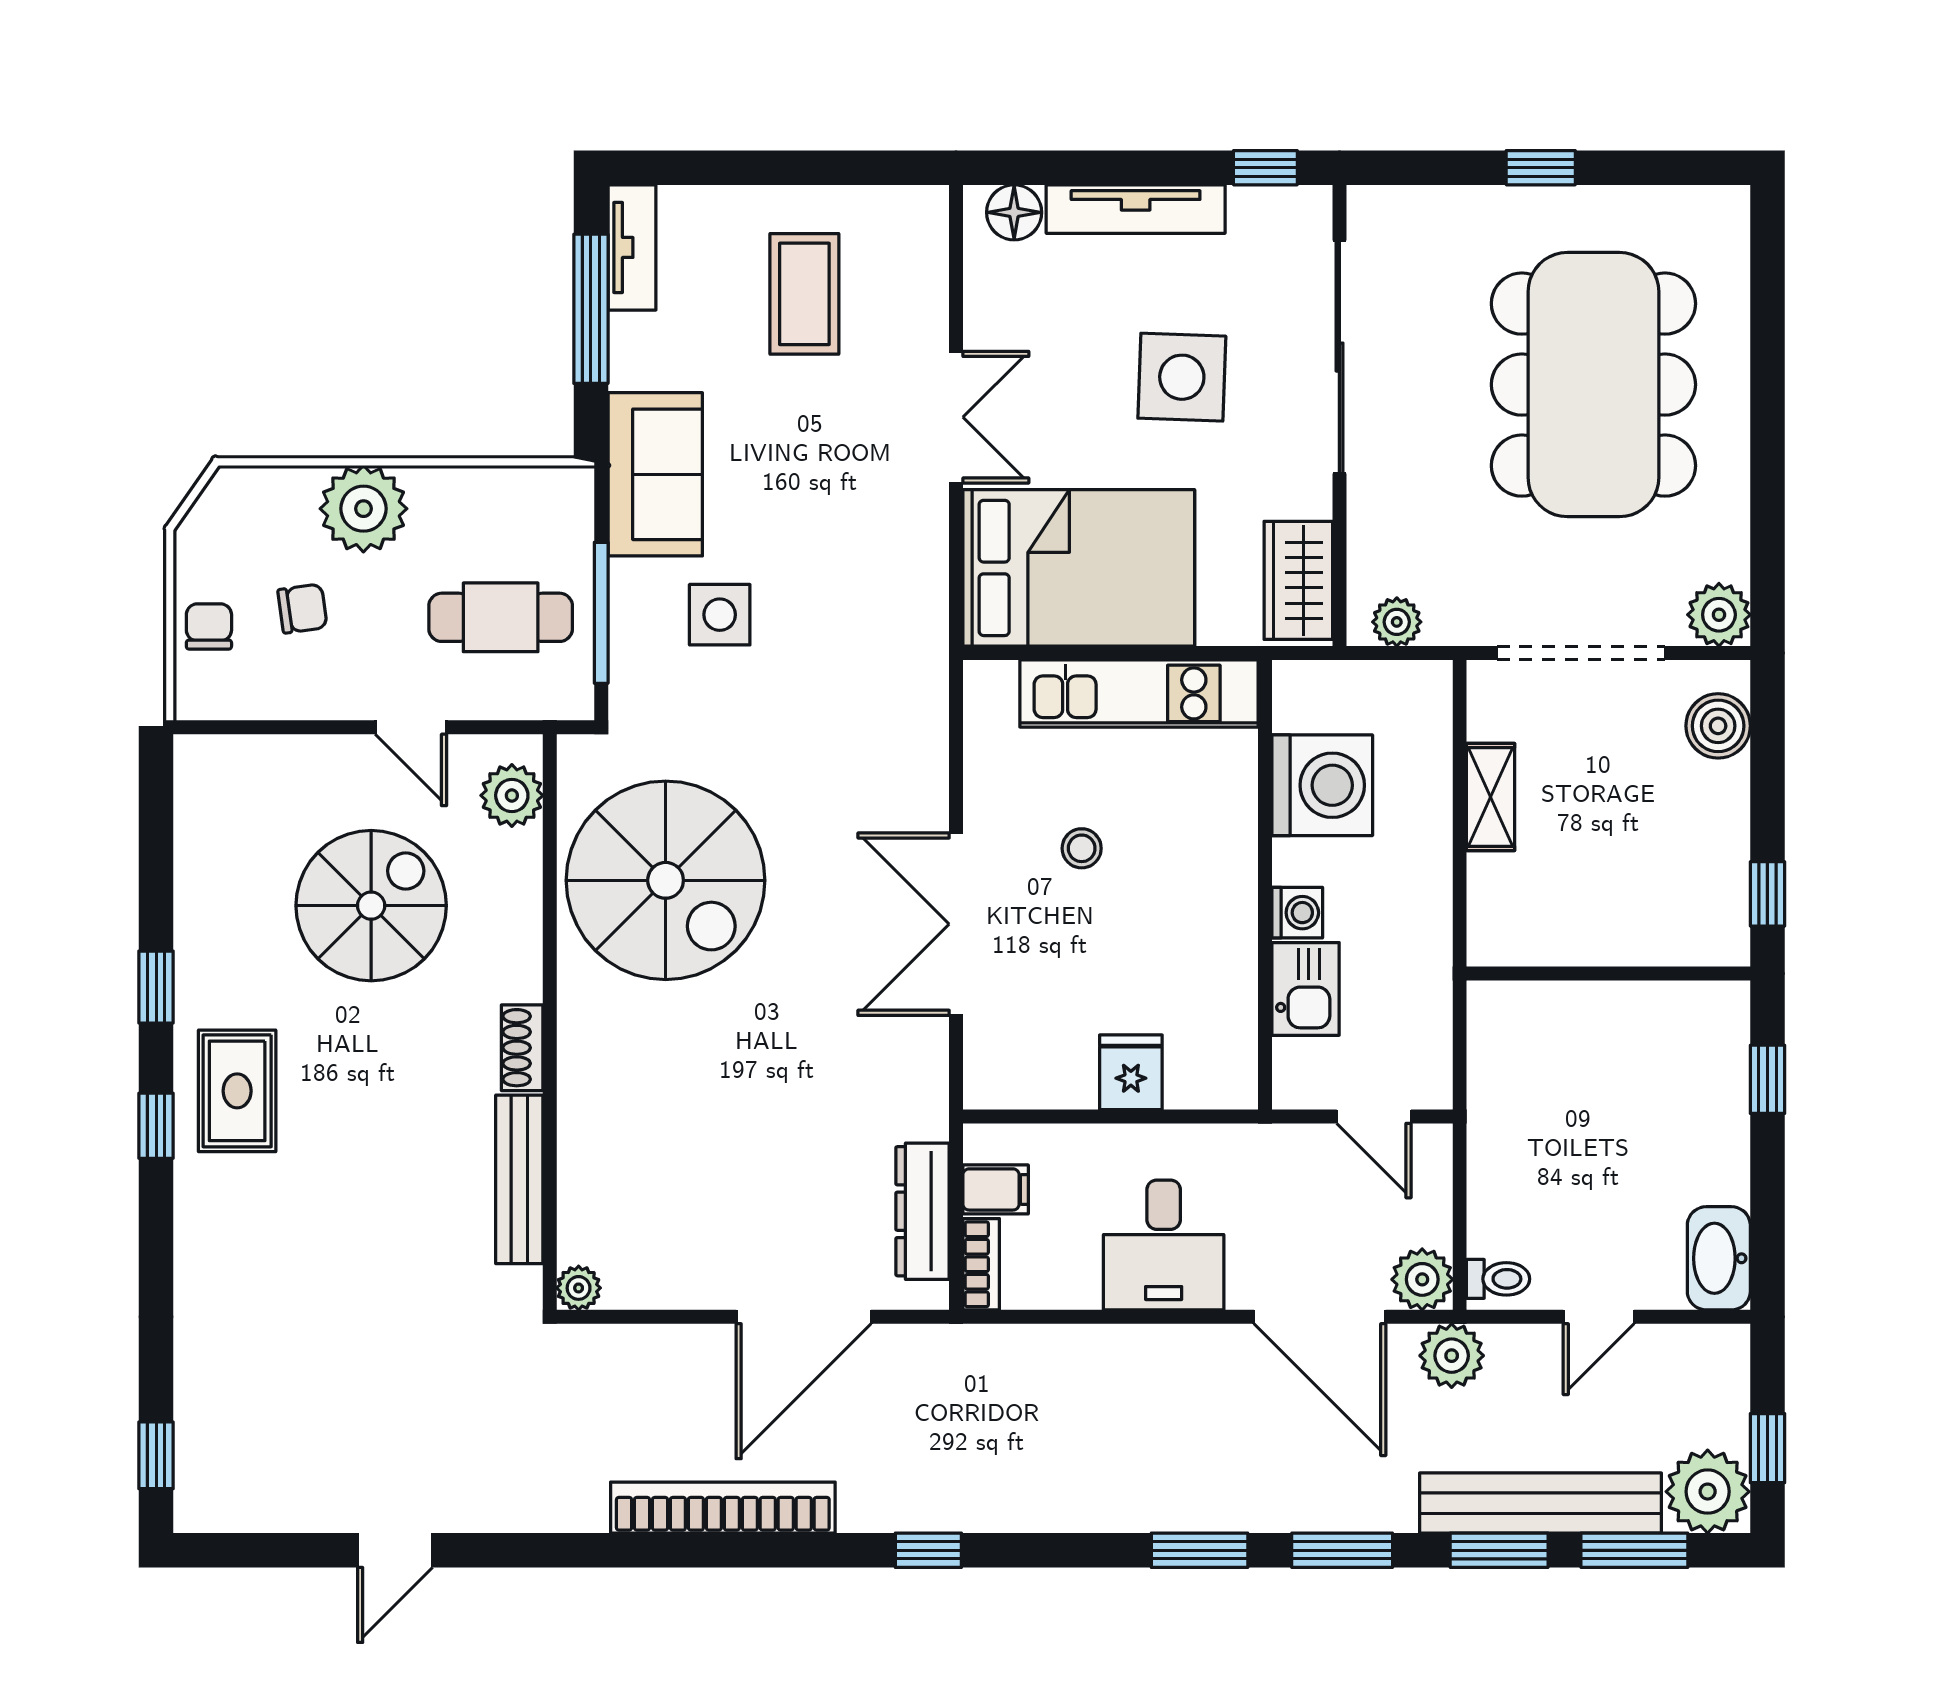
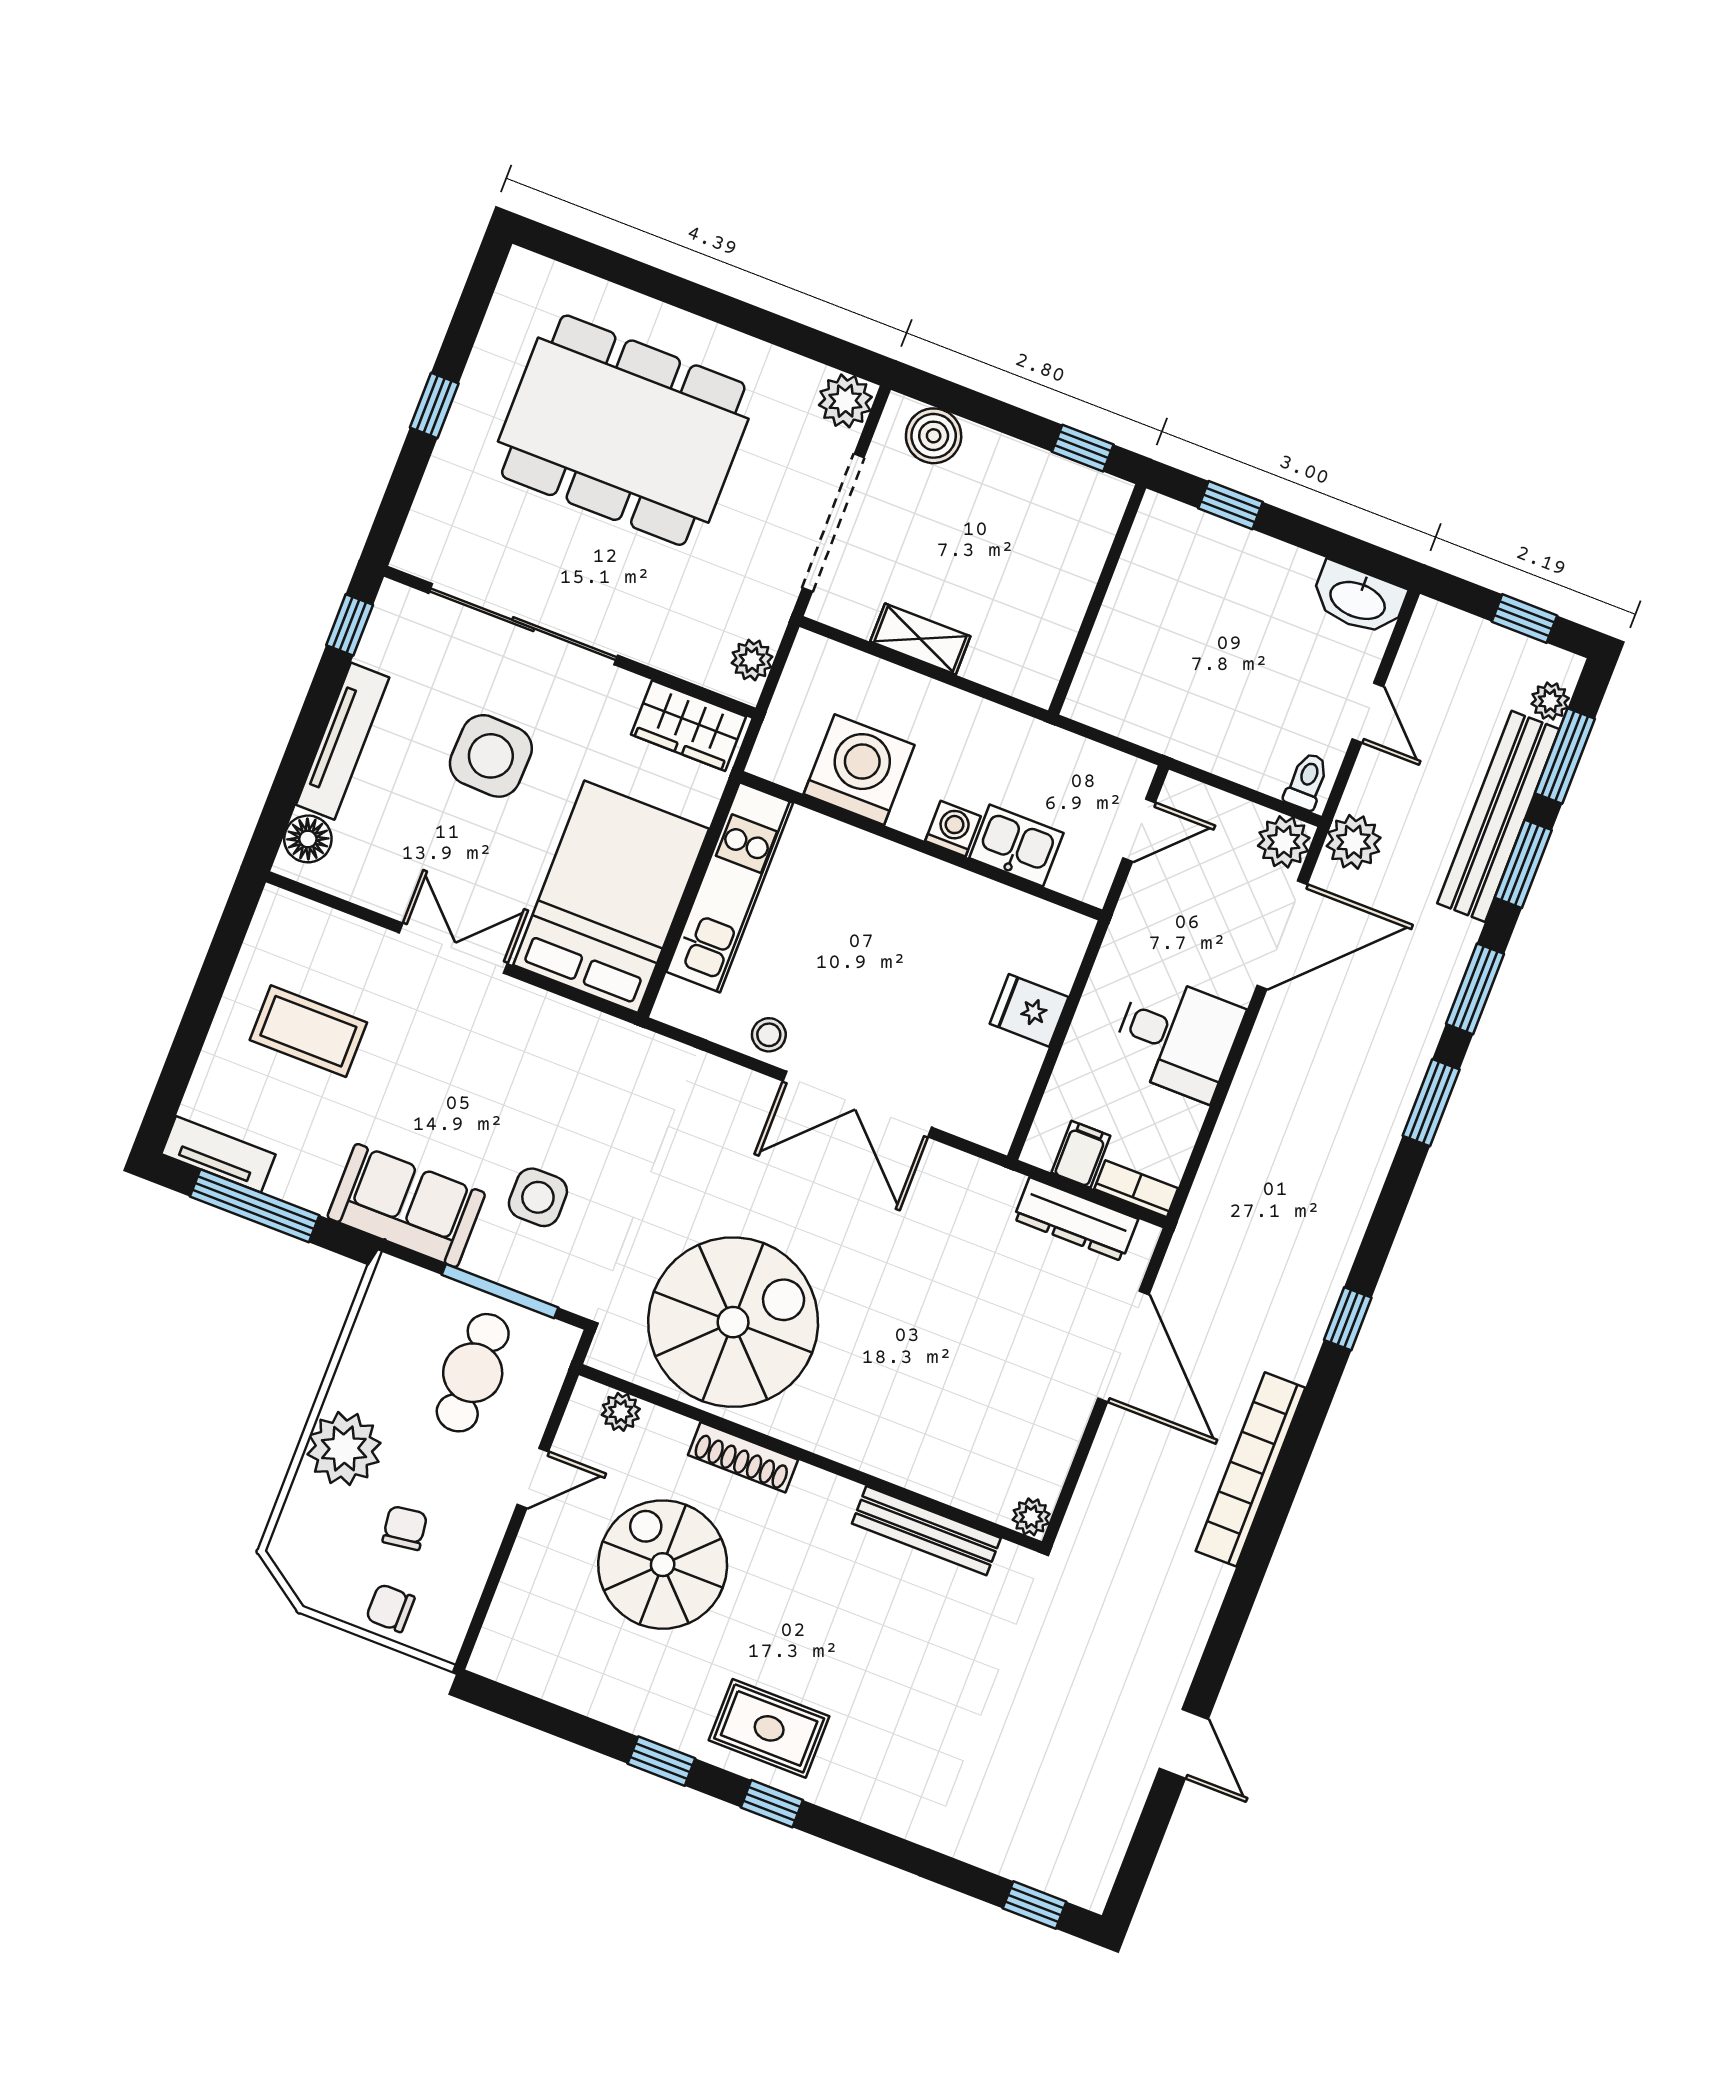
plant: (512, 795) -> (621, 1412), width x0.73, depth x0.73
stool: (1082, 848) -> (769, 1035), moved
shoe rack: (522, 1048) -> (743, 1457), moved, width x1.43
plant: (1708, 1492) -> (1550, 701), width x0.53, depth x0.53

